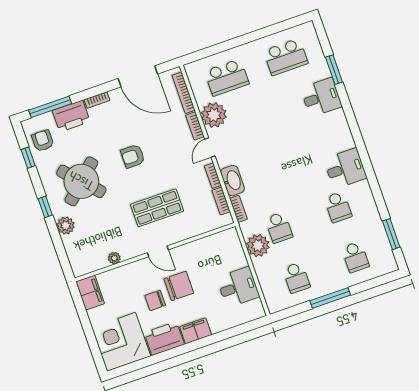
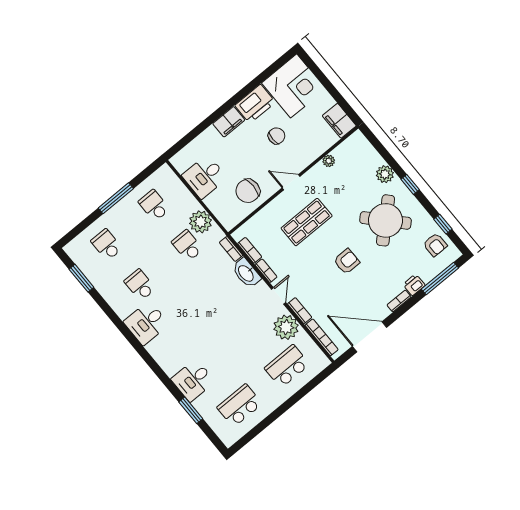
printer: (71, 116) -> (414, 285), width x0.53, depth x0.68
chair: (179, 286) -> (248, 191), moved

